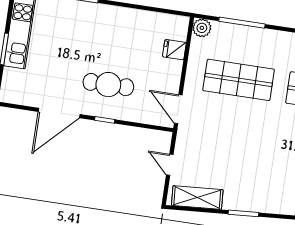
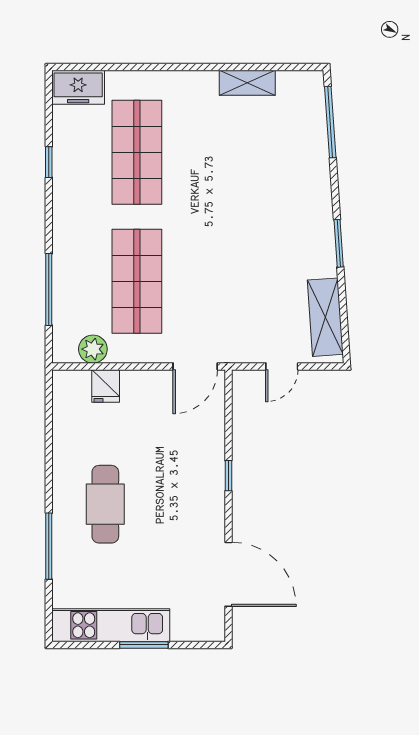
plant: (202, 28) -> (93, 349), moved
cafe table: (108, 85) -> (105, 504), moved
door: (59, 113) -> (228, 574), moved

